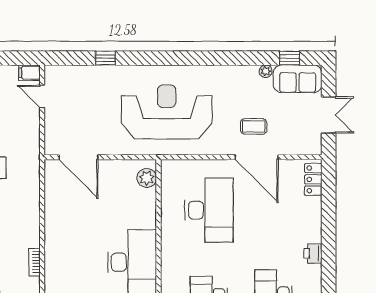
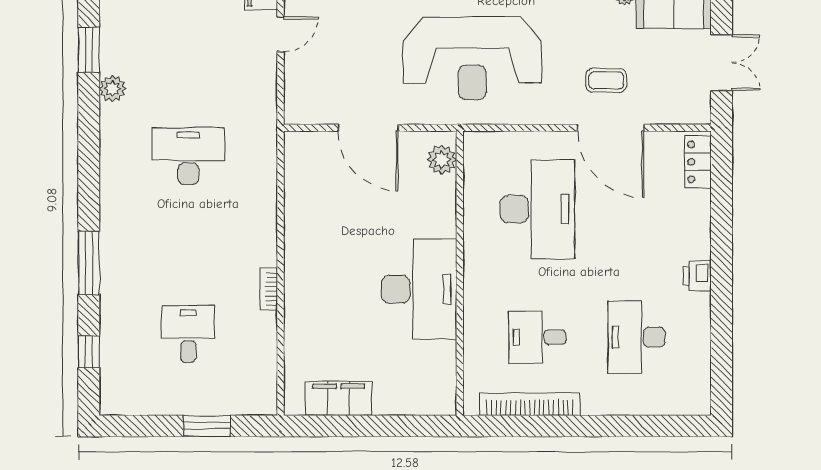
door: (42, 97) -> (280, 34), swing flipped
reception desk: (167, 112) -> (472, 58), turned 180
door: (79, 157) -> (368, 128), moved

